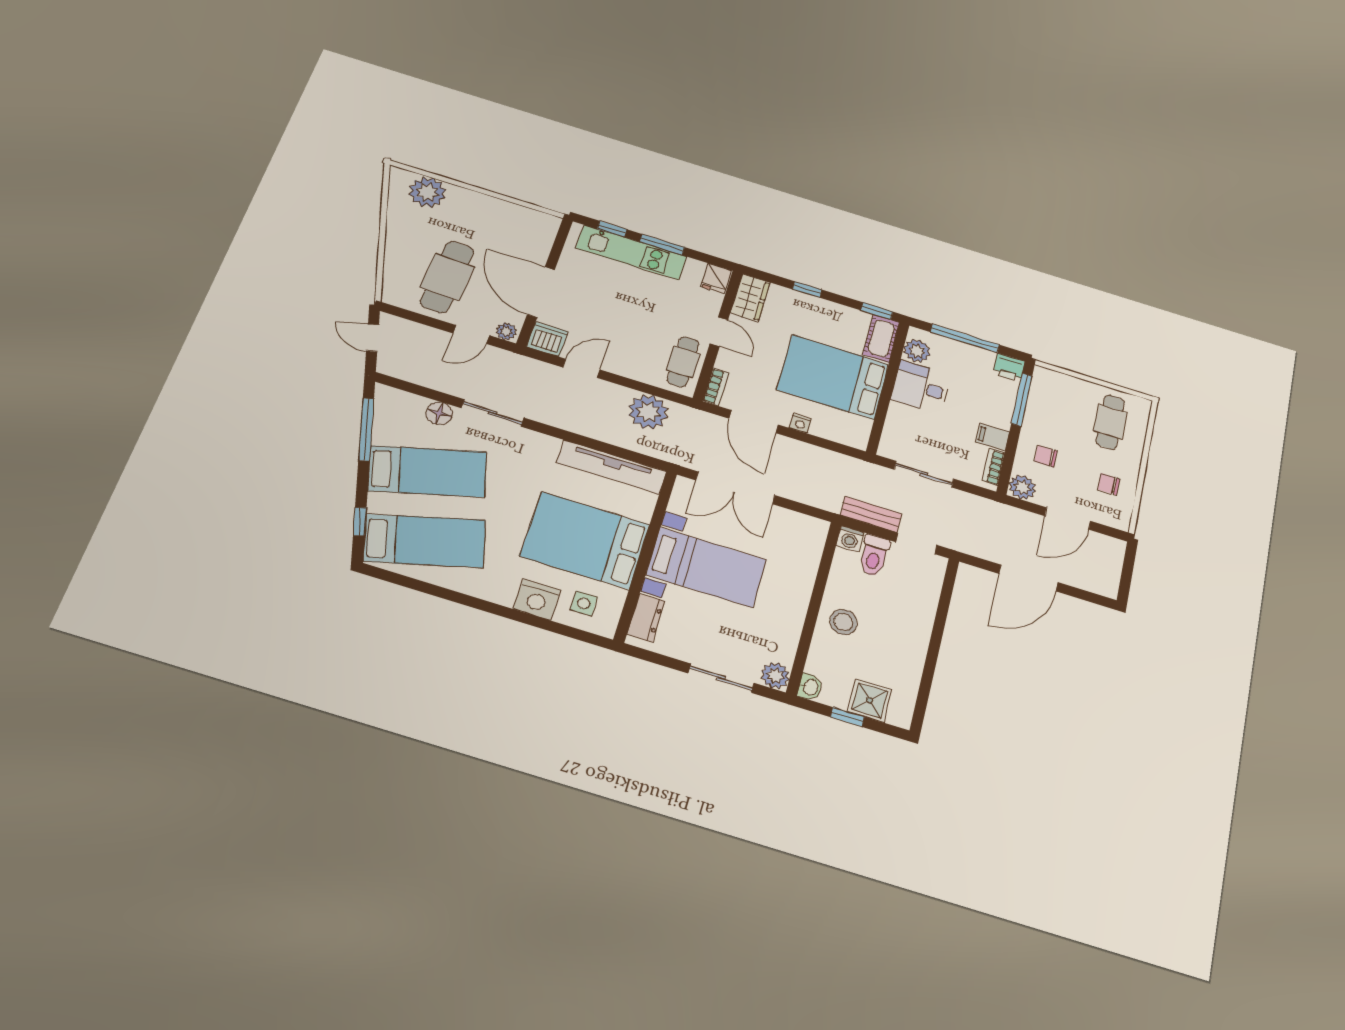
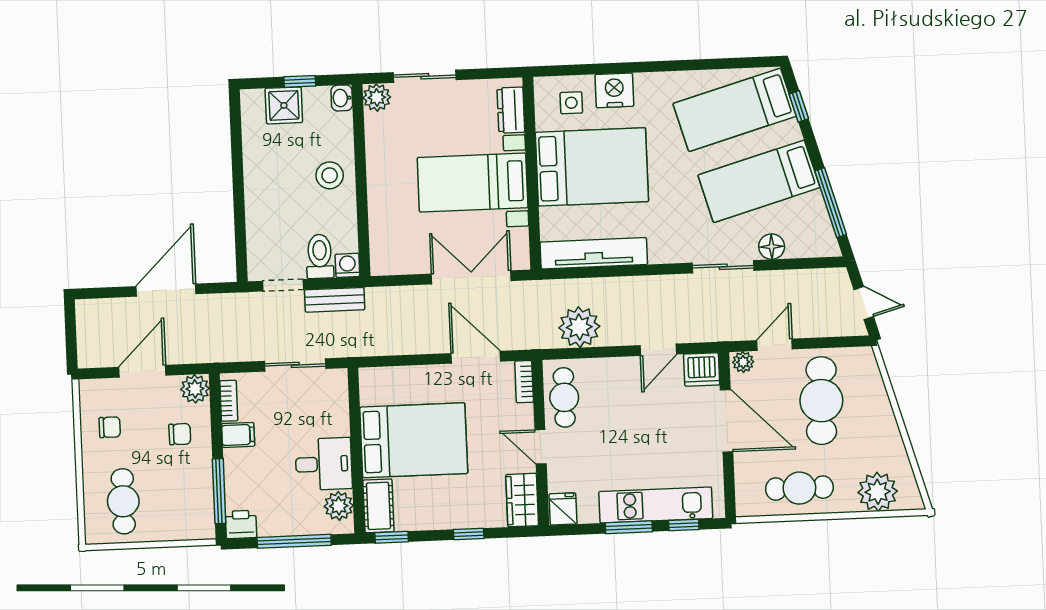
cafe table: (497, 219) -> (799, 488), added
nightstand: (800, 423) -> (430, 374), removed

